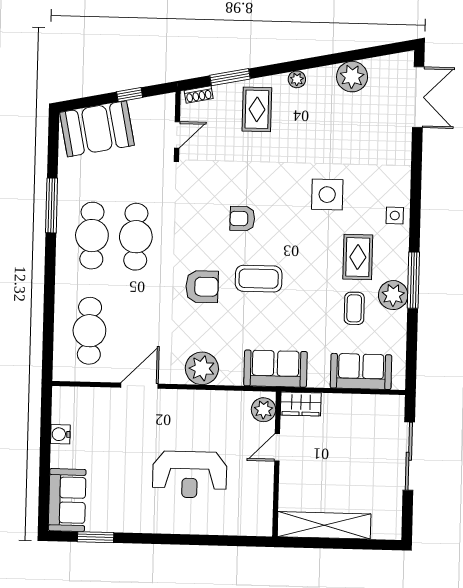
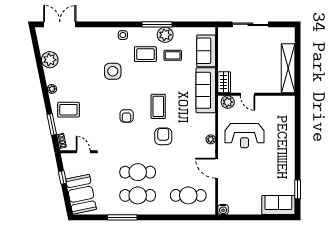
plant: (202, 368) -> (211, 139), width x0.53, depth x0.53
sofa: (275, 369) -> (206, 90), width x1.36
water cooler: (60, 434) -> (223, 209), moved
reception desk: (190, 475) -> (245, 136), moved, turned 90

